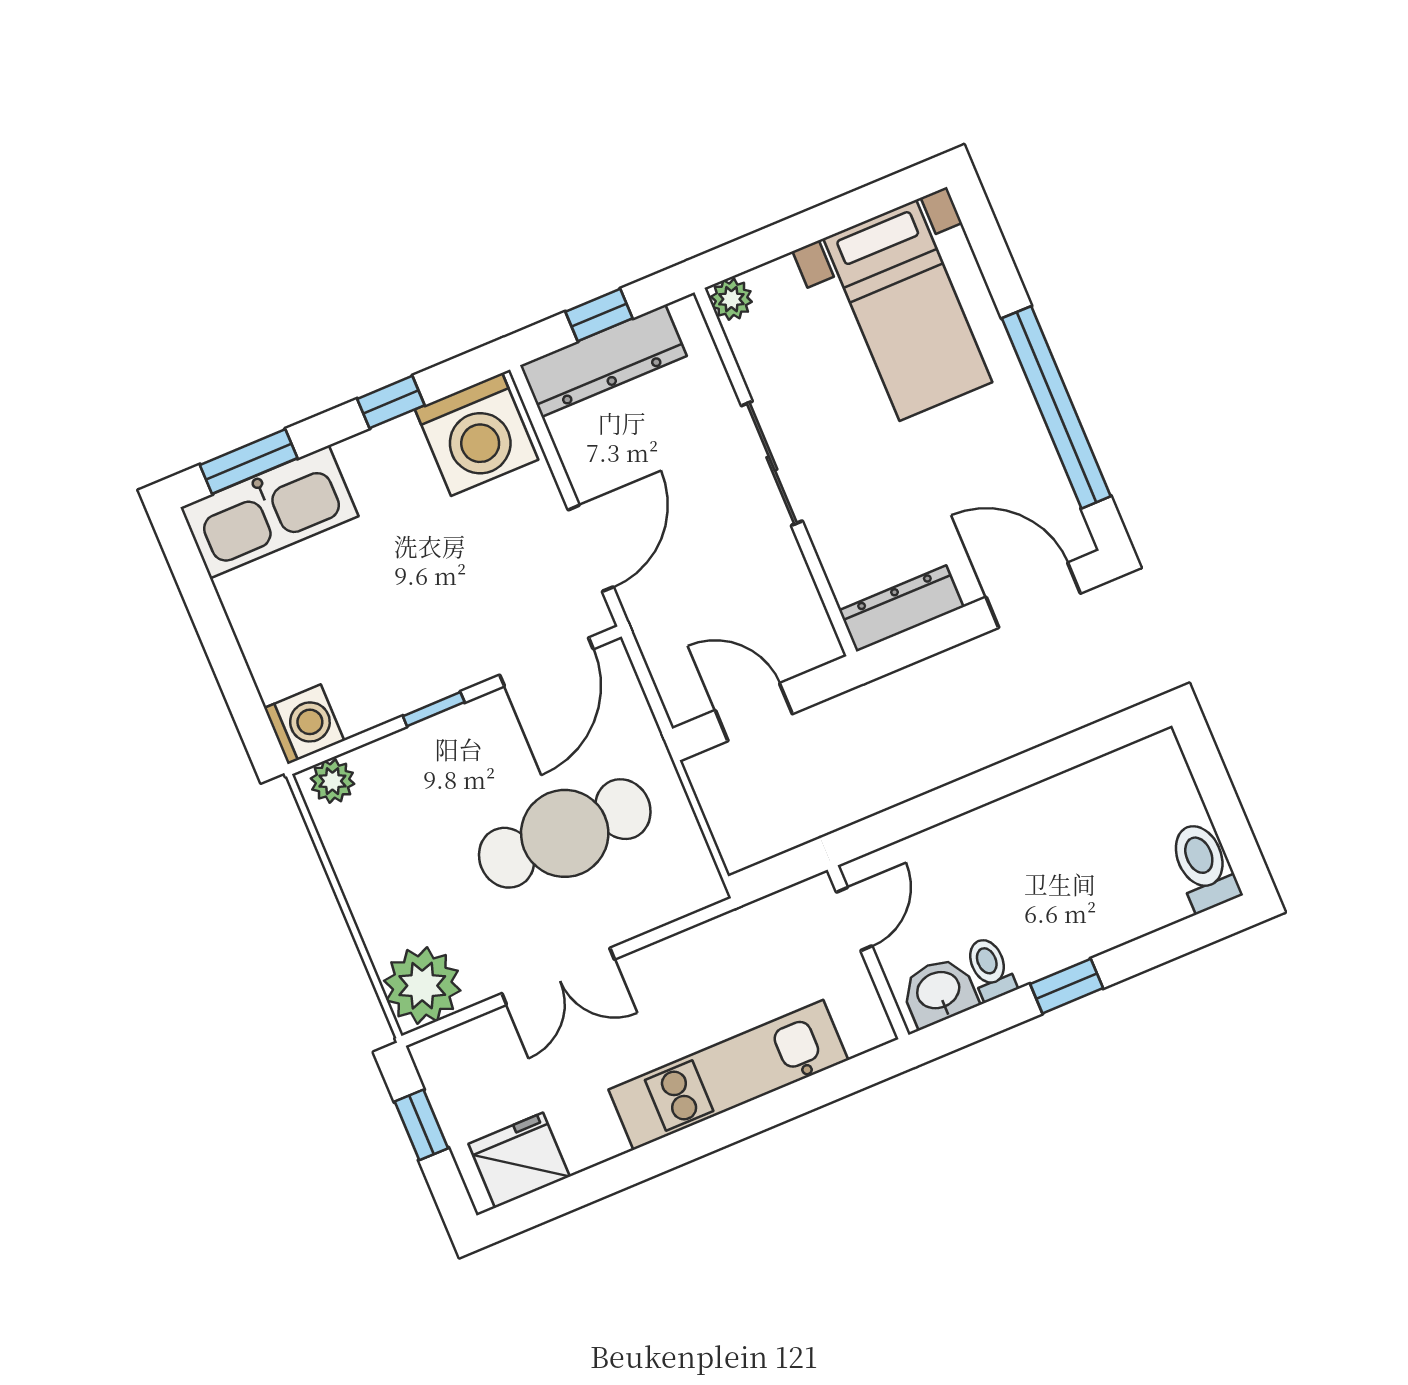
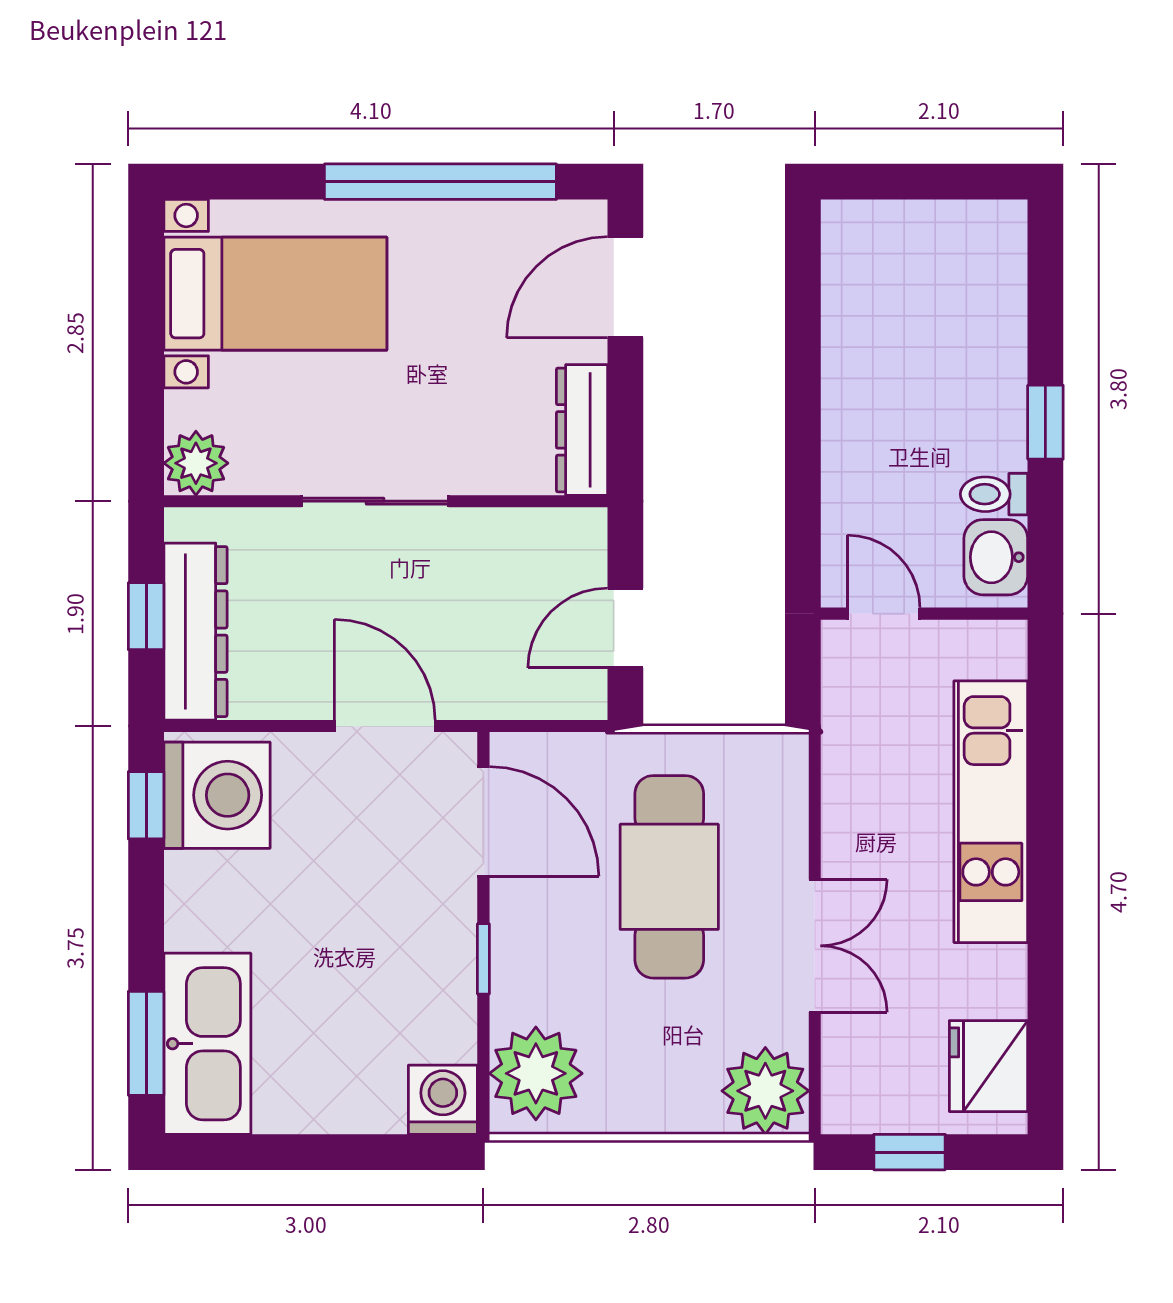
plant: (731, 299) -> (196, 463), width x1.38, depth x1.38
window: (391, 402) -> (146, 805), moved
plant: (332, 781) -> (536, 1073), width x1.88, depth x1.88
toilet: (1203, 866) -> (980, 228), removed

